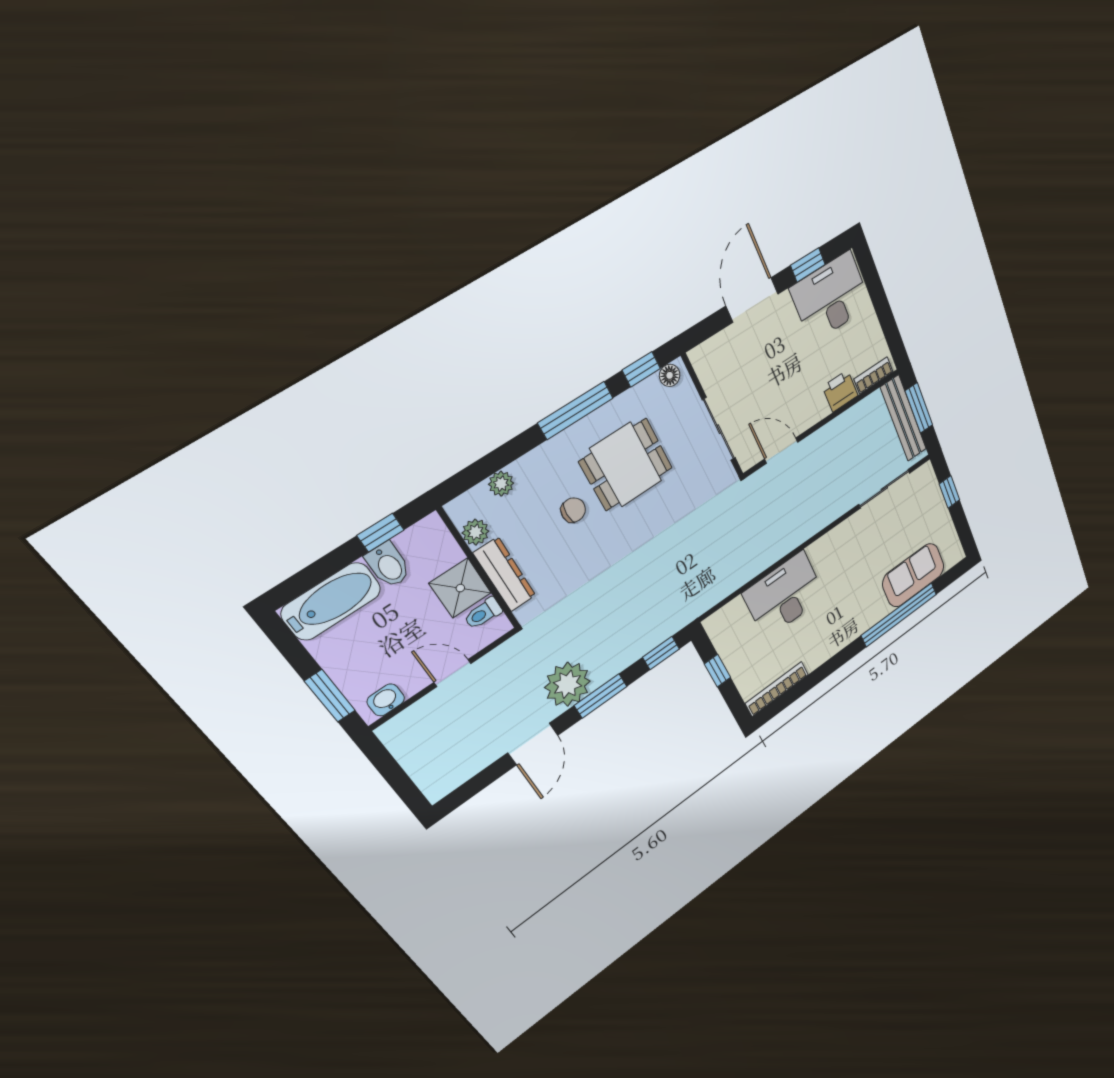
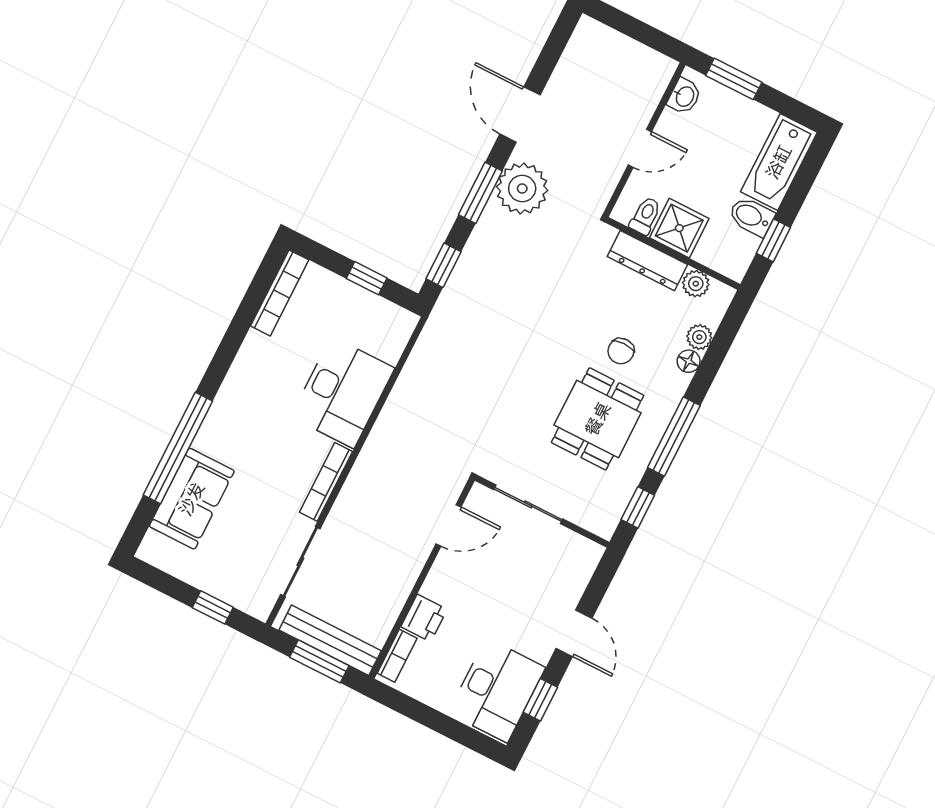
door: (752, 300) -> (574, 633), width x0.73
floor lamp: (670, 375) -> (689, 361), moved
bookcase: (834, 536) -> (326, 482), added

